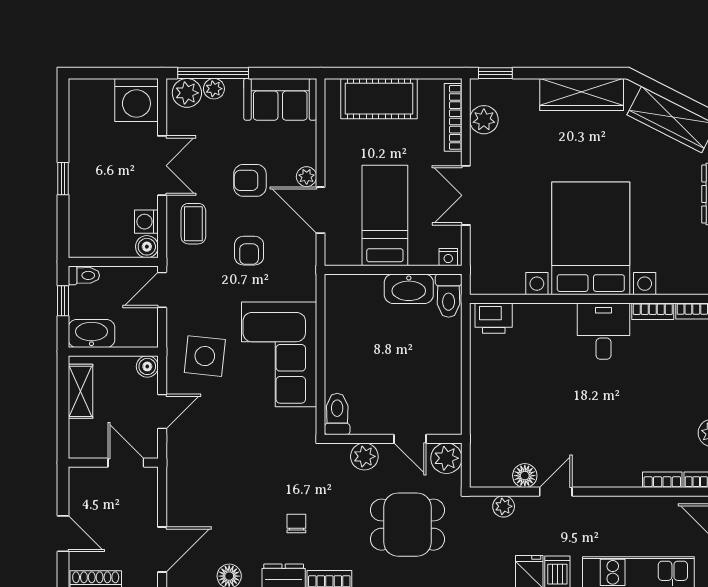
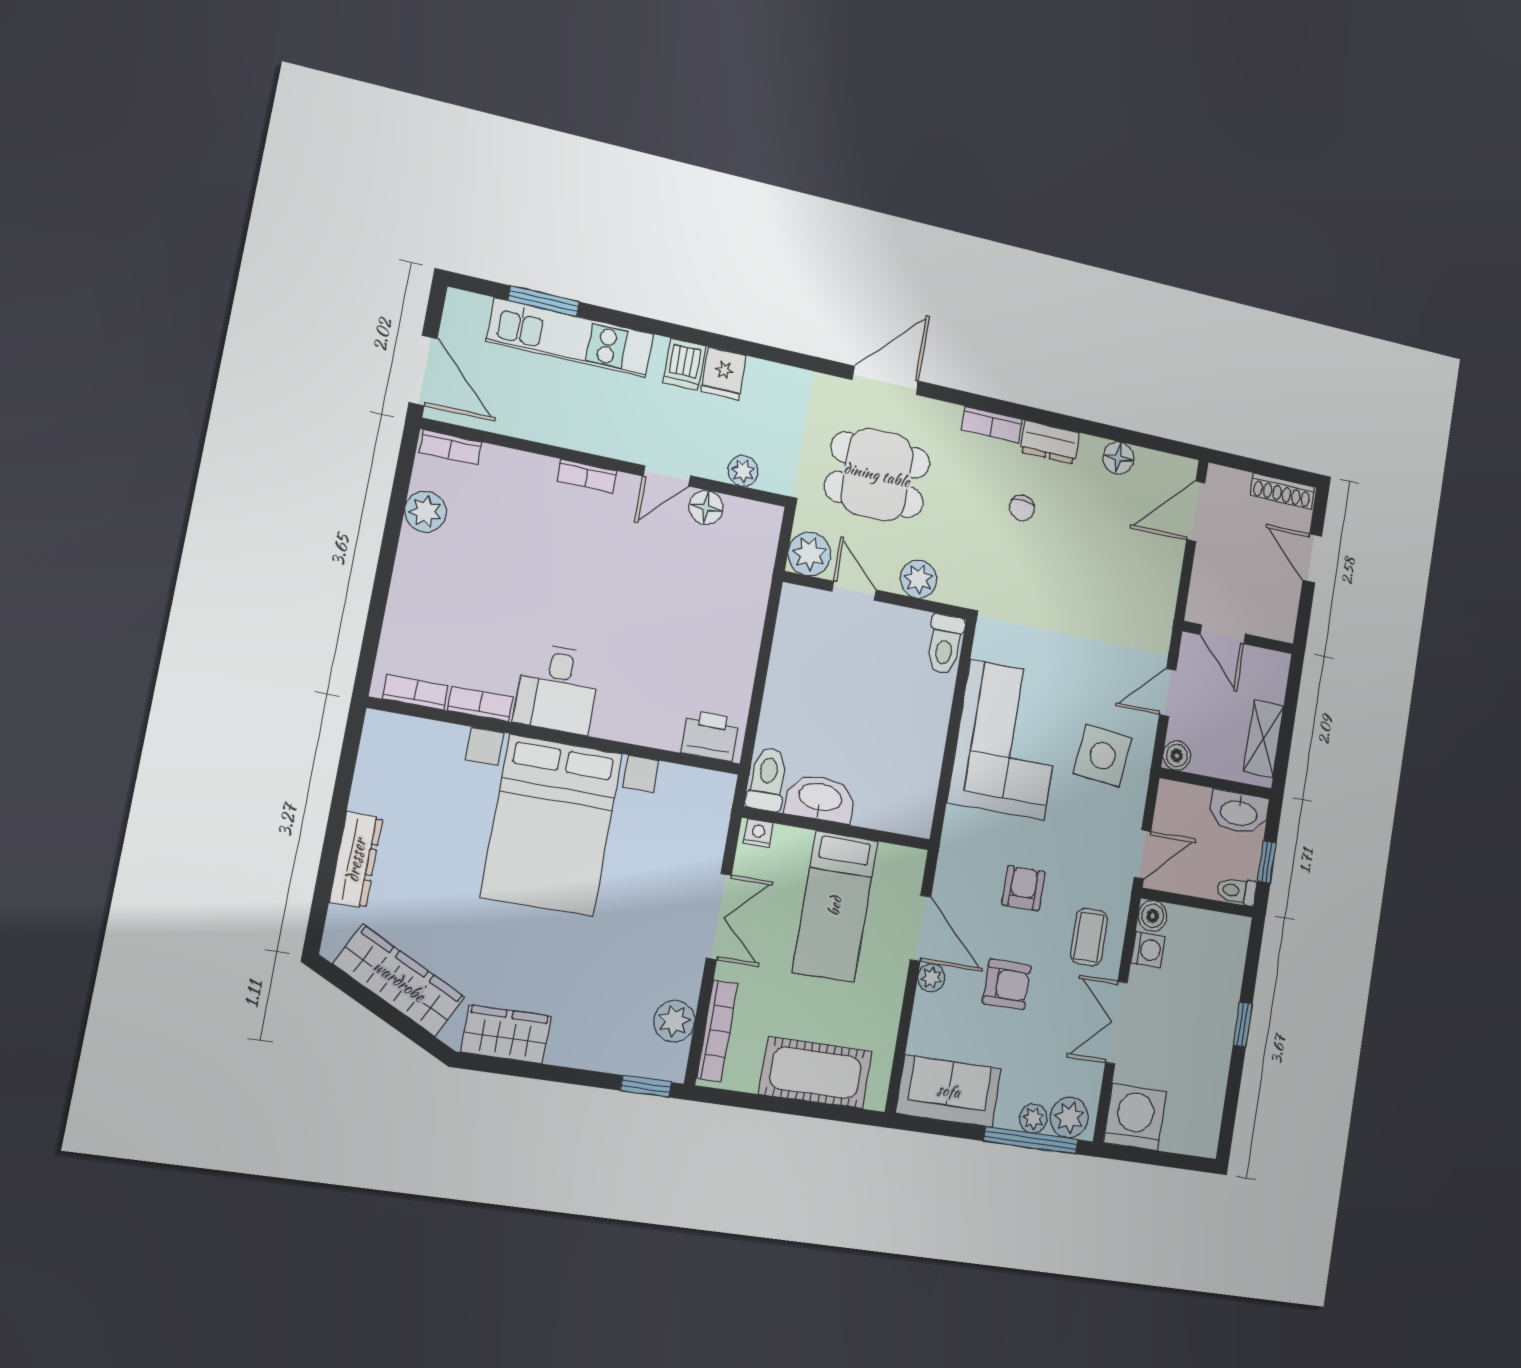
wardrobe: (582, 94) -> (506, 1034), width x0.67
bookcase: (662, 480) -> (587, 476), moved

